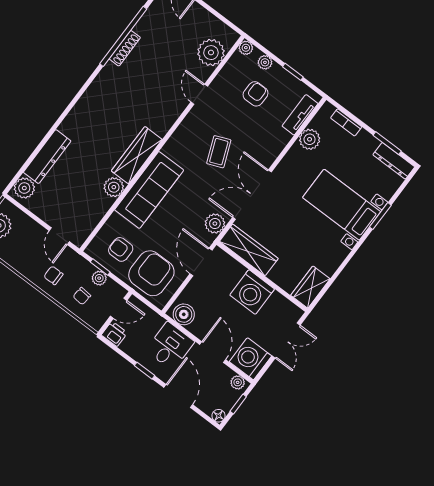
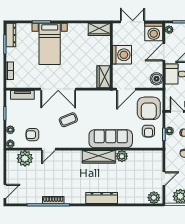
armchair: (256, 94) -> (32, 135), moved
plant: (310, 139) -> (31, 82), removed
dresser: (47, 157) -> (102, 198), moved
double door: (252, 195) -> (58, 89), moved
plant: (215, 224) -> (103, 96), removed
door: (59, 236) -> (164, 179), moved
wardrobe: (249, 250) -> (104, 77), width x0.67
armchair: (151, 273) -> (149, 108), turned -90

